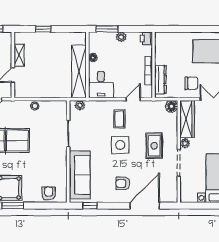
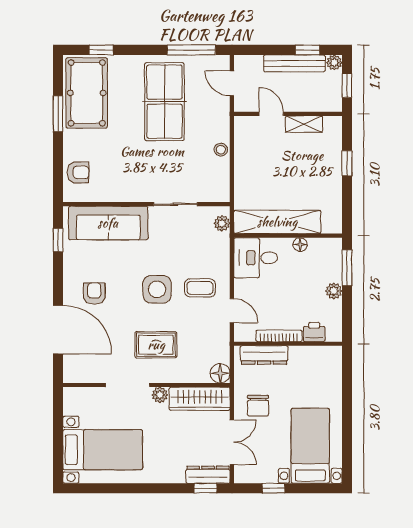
printer: (146, 38) -> (314, 332), moved

